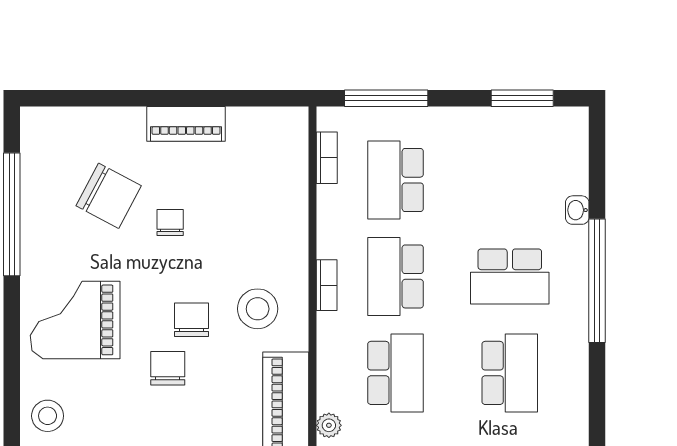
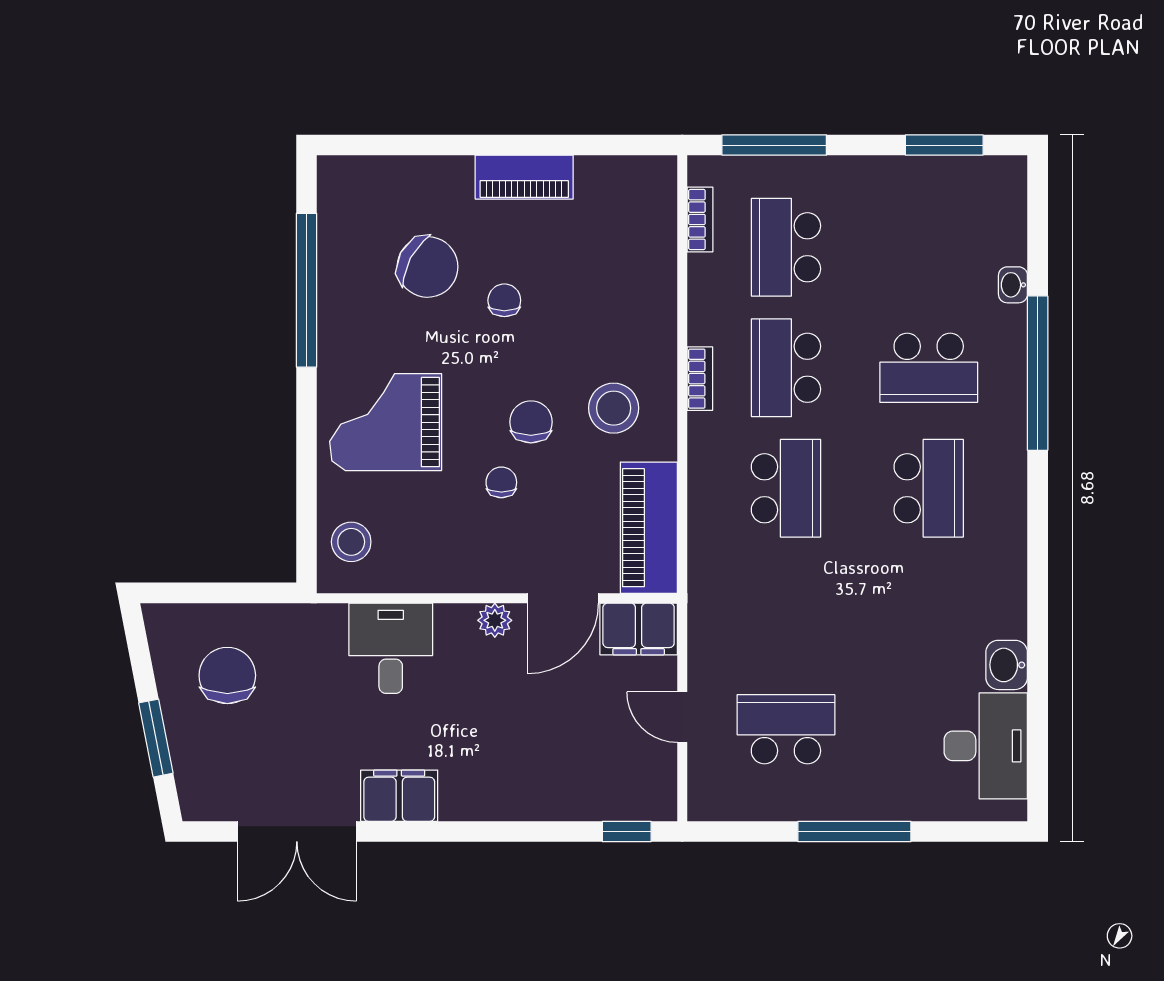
chair: (168, 368) -> (501, 482), width x0.73, depth x0.73
plant: (329, 425) -> (703, 554), removed

